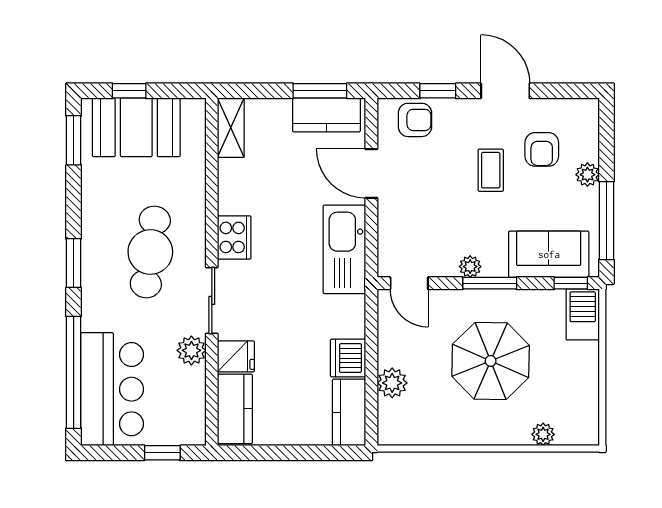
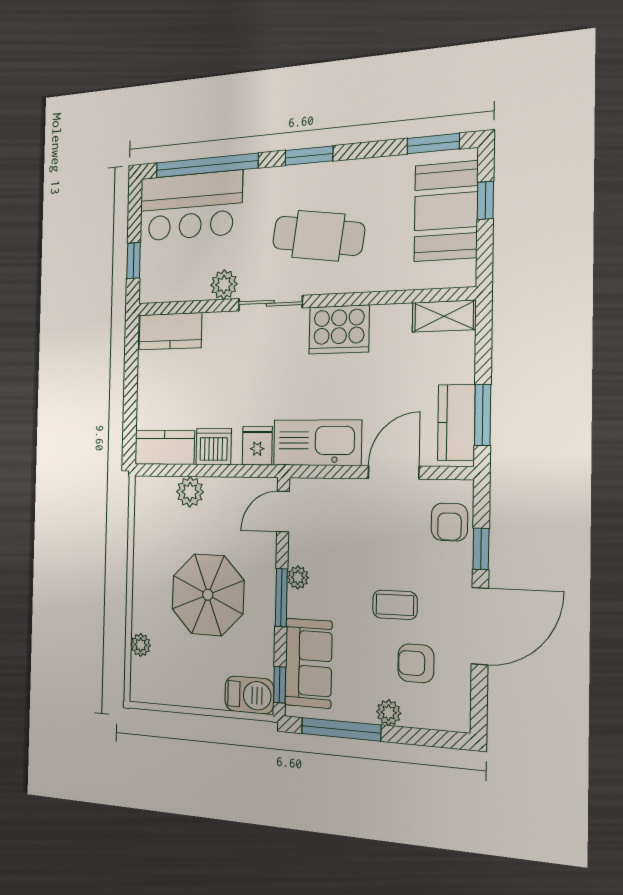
door: (505, 91) -> (480, 626), width x1.36
cooker: (234, 237) -> (339, 330), width x1.37, depth x1.31
fridge: (236, 356) -> (257, 446), moved, turned 180

